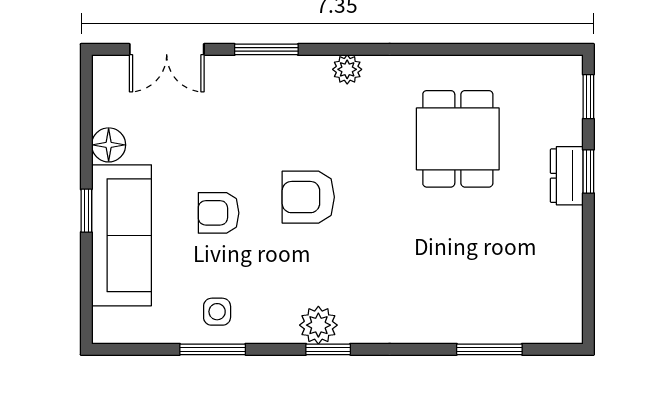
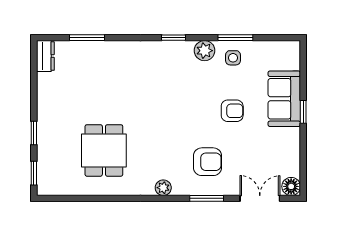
floor lamp: (109, 145) -> (291, 186), moved
dresser: (567, 176) -> (45, 56), moved
armchair: (308, 197) -> (207, 162), moved
sofa: (121, 235) -> (284, 99), width x0.73
plant: (318, 325) -> (205, 51), moved

